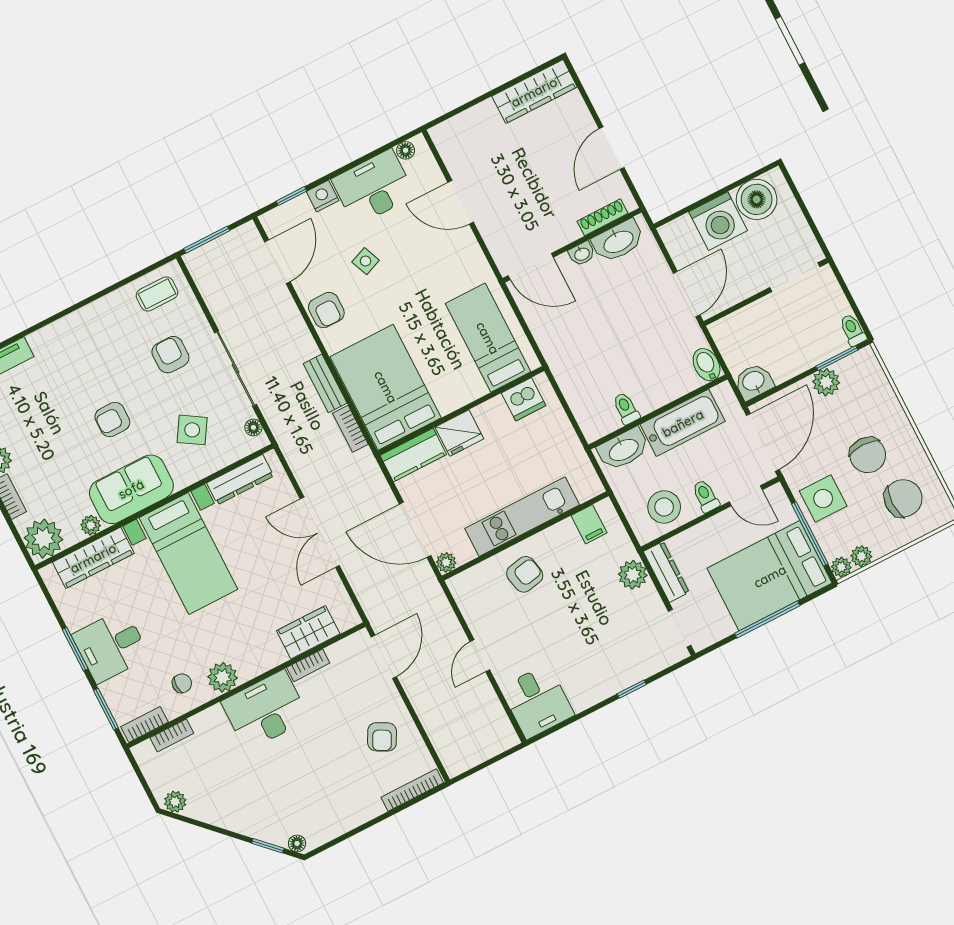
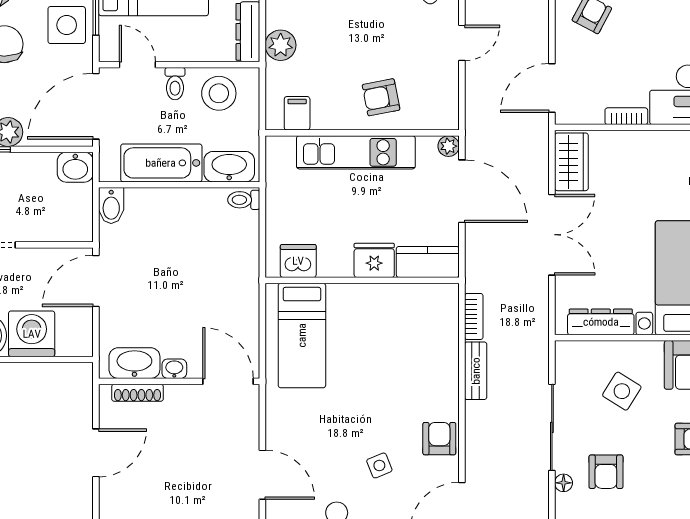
bed: (386, 387) -> (421, 338), removed
toilet: (626, 408) -> (244, 200), moved, turned 90
floor lamp: (253, 427) -> (564, 483), moved
wardrobe: (308, 632) -> (571, 162), moved, turned -90

